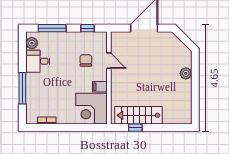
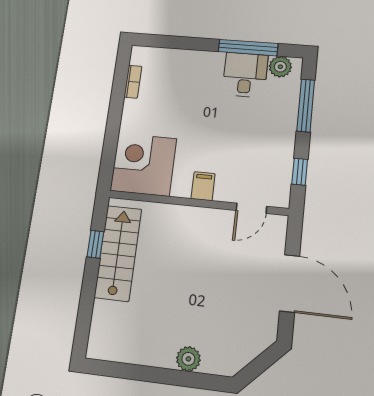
chair: (86, 60) -> (237, 163), removed
door: (109, 61) -> (251, 208), moved
filing cabinet: (100, 87) -> (203, 186), moved
window: (22, 88) -> (248, 48), moved

